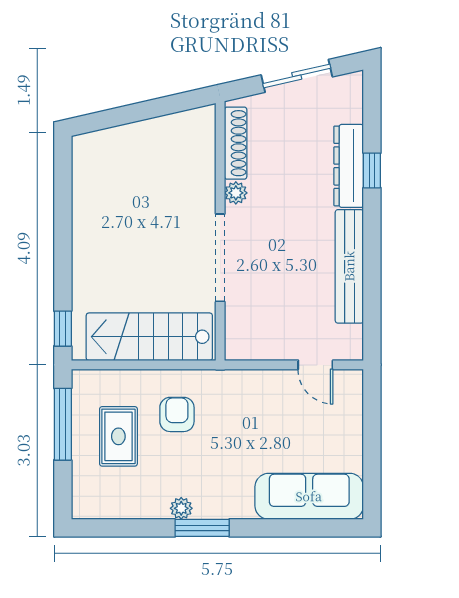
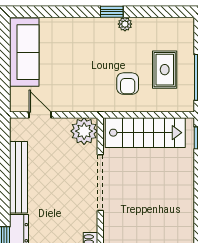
plant: (236, 193) -> (84, 131), moved, width x1.87, depth x1.87
sofa: (309, 496) -> (24, 52), moved, turned -90
window: (202, 528) -> (112, 12), width x0.67

